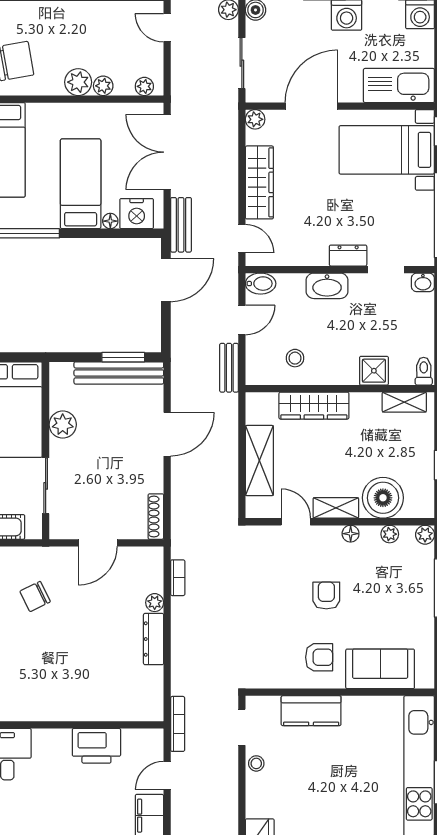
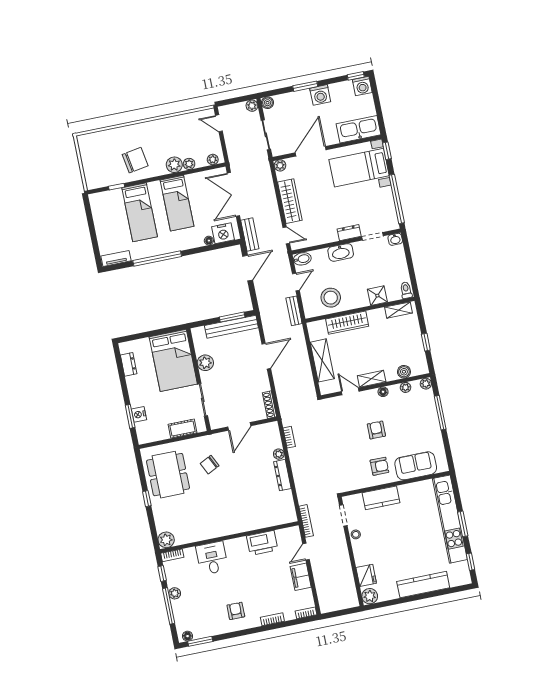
bed: (81, 184) -> (177, 203), moved, turned 180
stool: (295, 358) -> (331, 298), width x1.89, depth x1.89
boiler: (383, 498) -> (404, 372), width x0.54, depth x0.54

